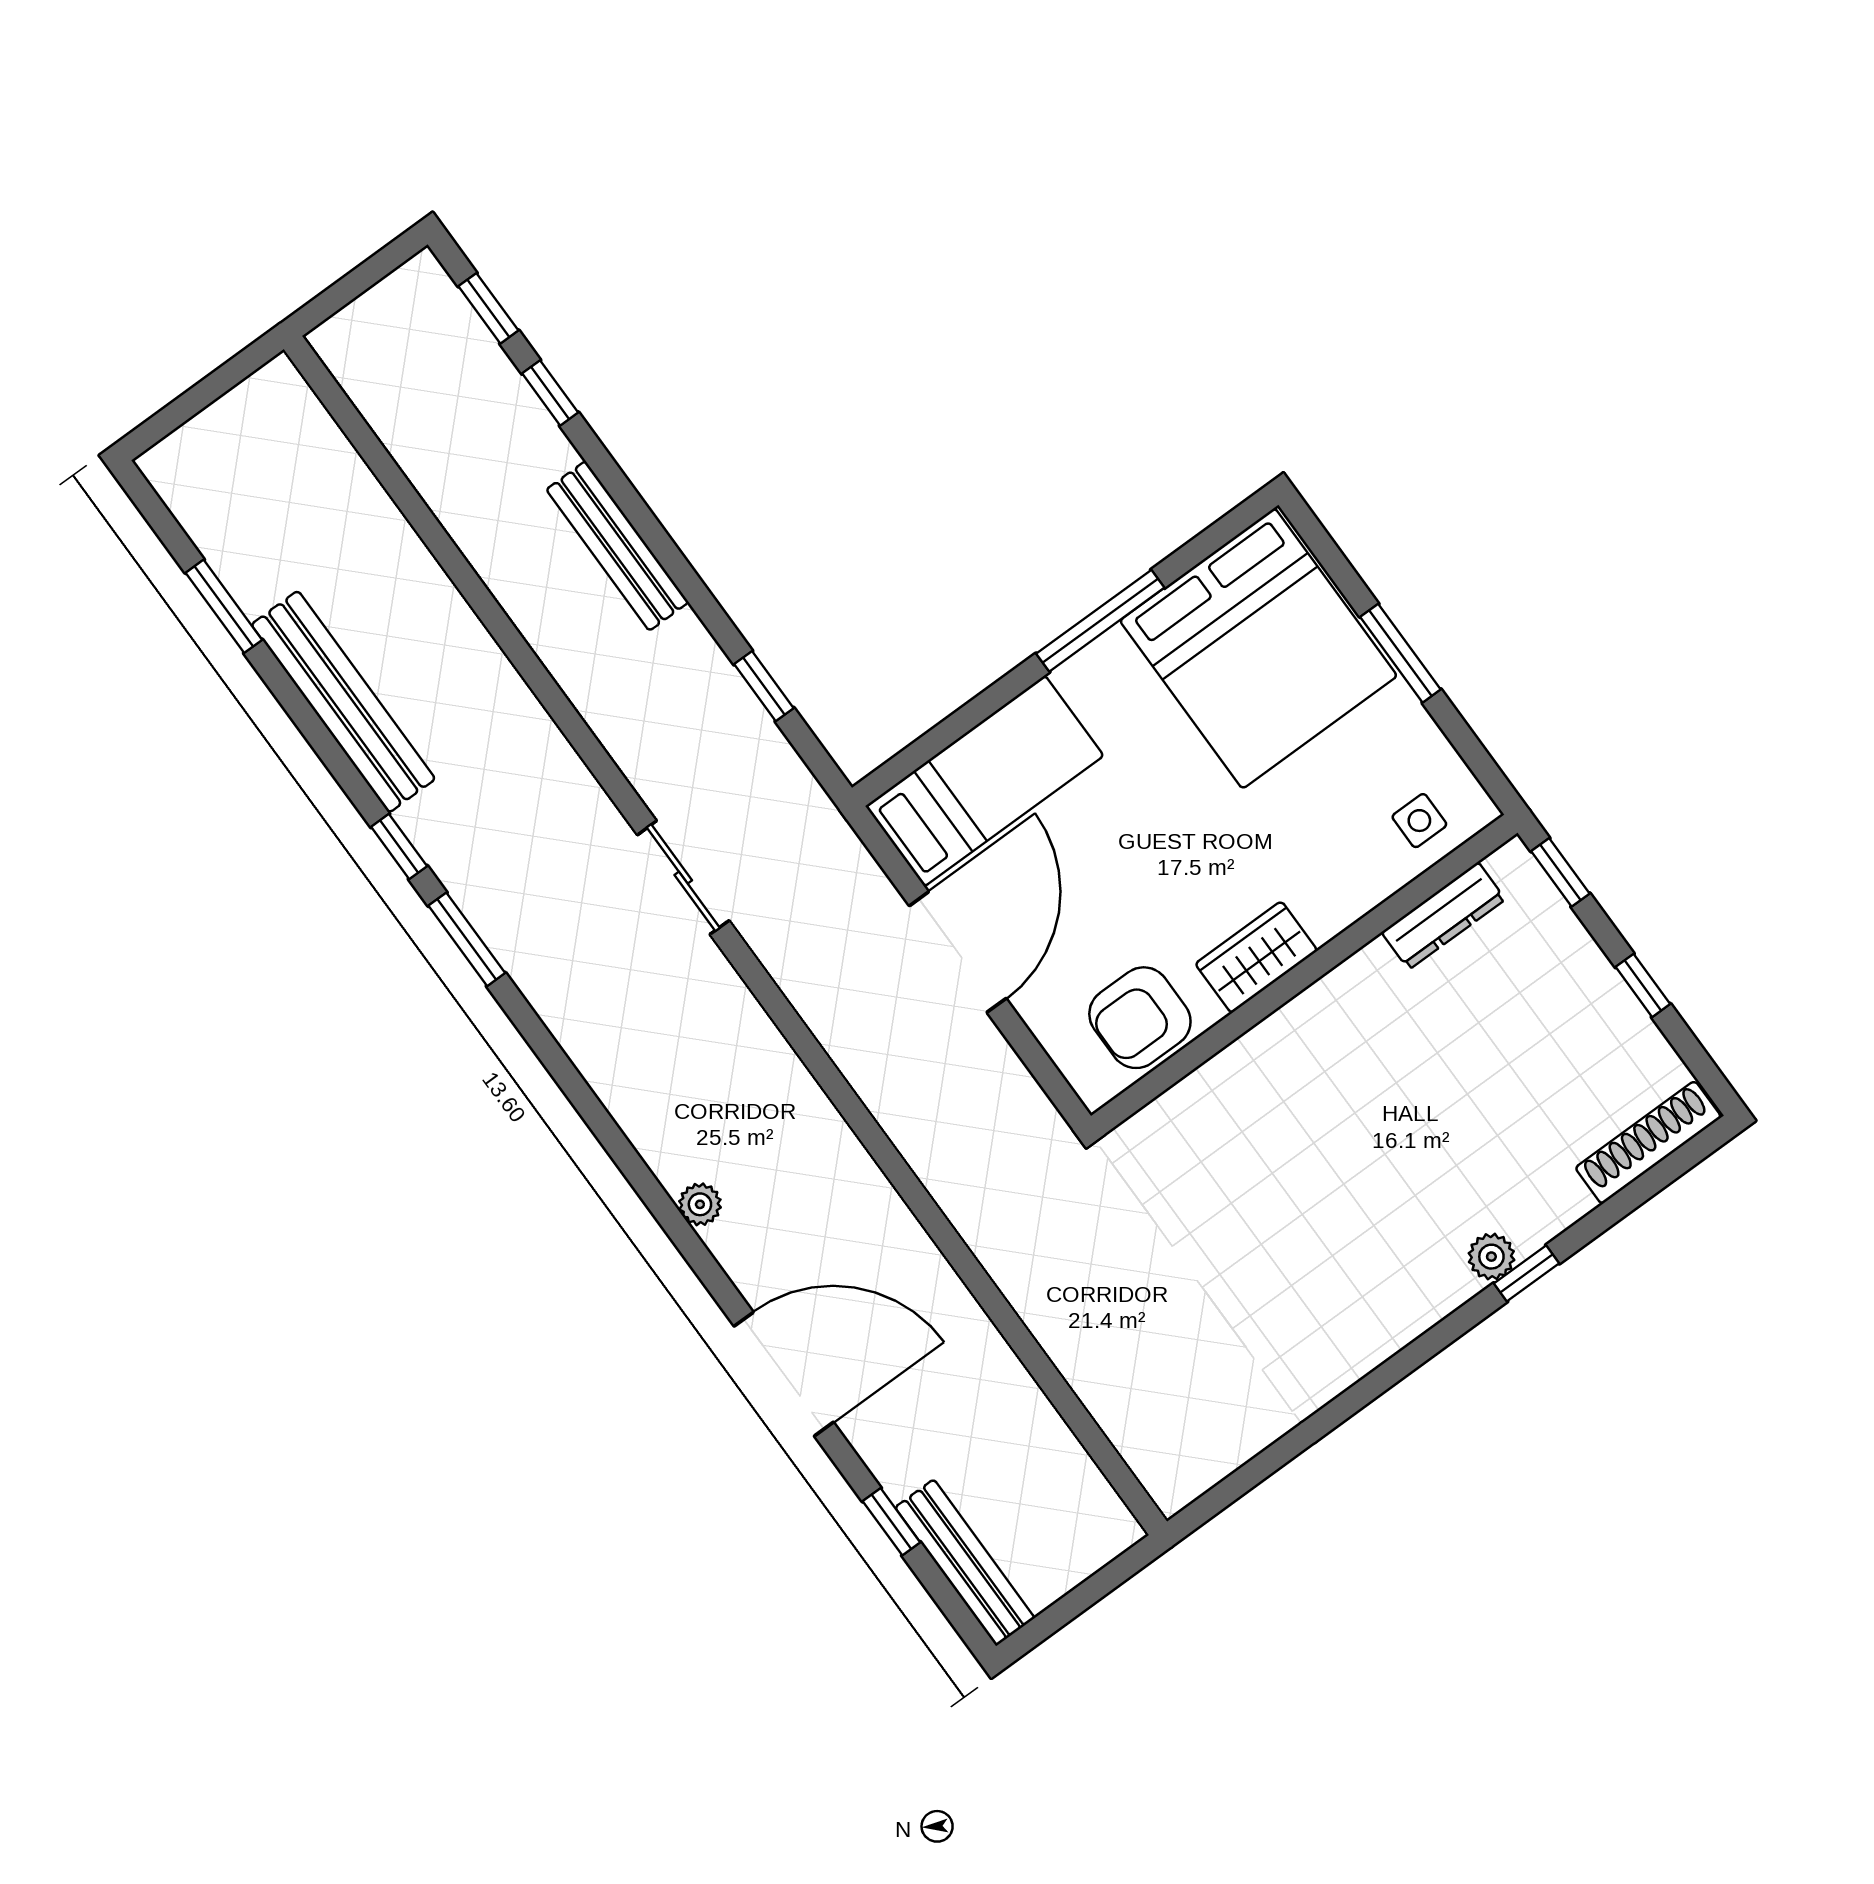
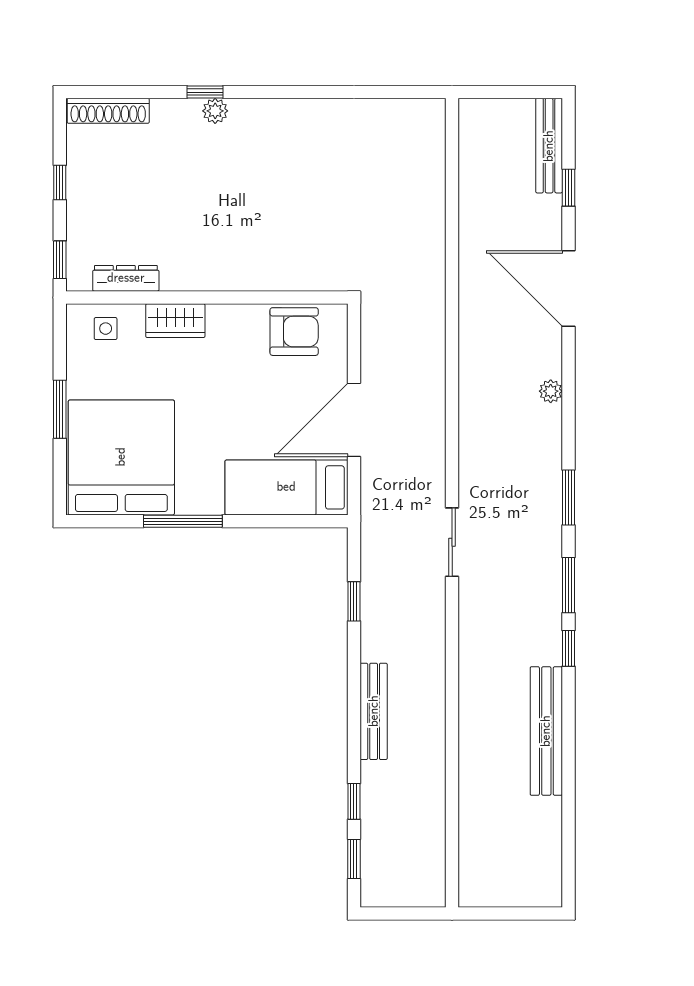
window: (224, 606) -> (568, 498), moved
wardrobe: (1256, 957) -> (175, 321), moved

